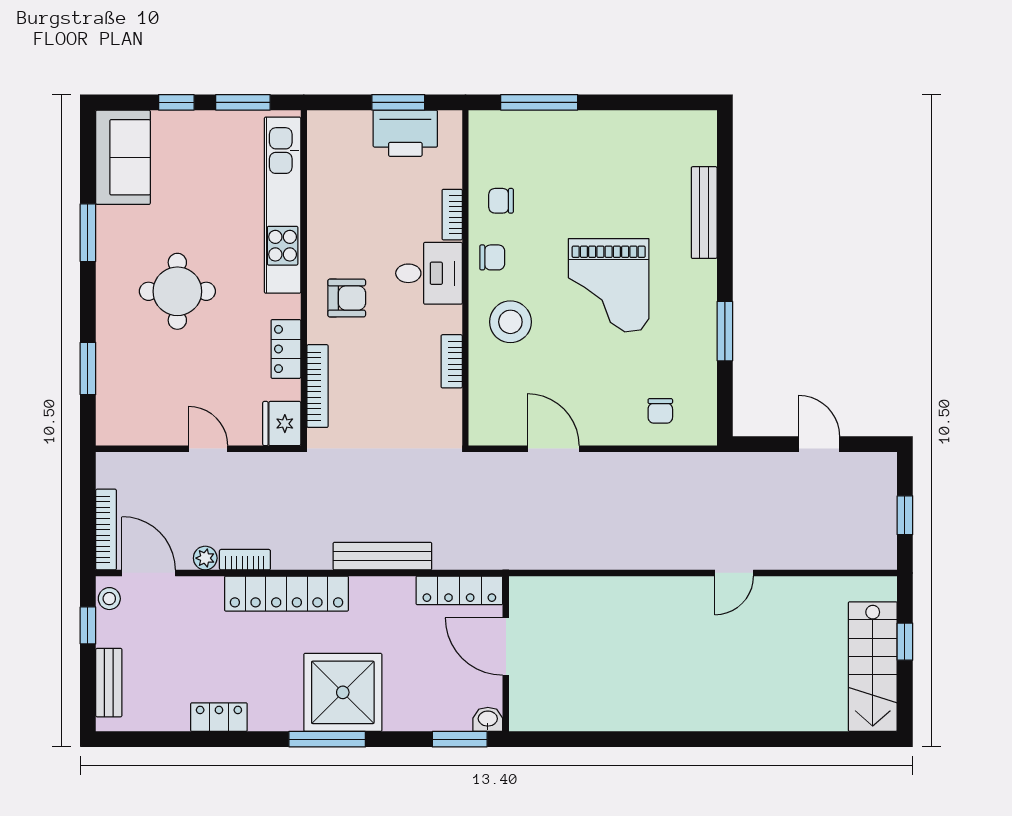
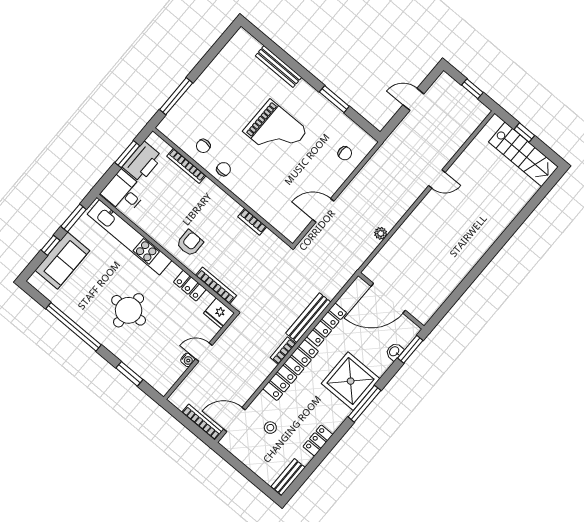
sofa: (123, 157) -> (62, 260), moved, turned 90
bookcase: (452, 215) -> (186, 166), width x1.56
window: (88, 233) -> (74, 327), width x2.11
desk: (429, 273) -> (124, 192), moved, turned -90
stool: (510, 322) -> (256, 184), removed
water cooler: (177, 435) -> (188, 360), added
plant: (205, 558) -> (381, 233), moved
bookcase: (245, 560) -> (283, 351), moved
door: (734, 573) -> (437, 179), hinge flipped
locker: (459, 590) -> (327, 325), moved
stool: (109, 599) -> (270, 428), moved
window: (88, 625) -> (235, 463), removed
door: (506, 647) -> (388, 298), width x1.36
bench: (109, 683) -> (288, 477), moved, turned 90
washbasin: (488, 719) -> (394, 352), moved

